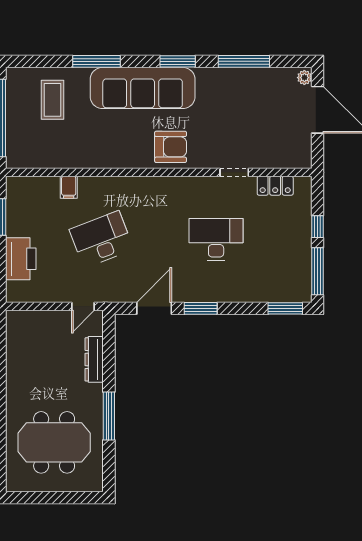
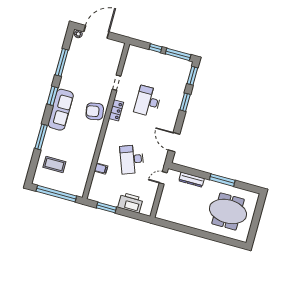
sofa: (143, 88) -> (61, 110), width x0.74, depth x0.79
armchair: (171, 147) -> (95, 111), turned -100
locker: (275, 186) -> (116, 110), moved
door: (83, 306) -> (163, 178), swing flipped
window: (201, 308) -> (185, 102), moved
meeting table: (54, 442) -> (228, 211), turned 90

